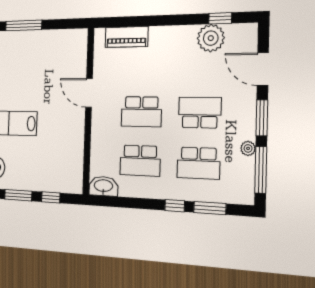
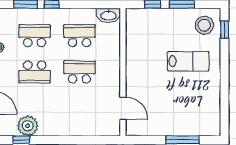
piano: (126, 37) -> (93, 128), removed
door: (89, 93) -> (123, 108), moved

